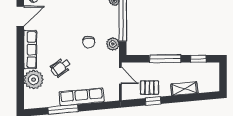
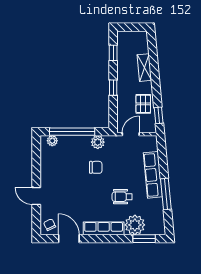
window: (165, 59) -> (113, 88), width x0.46
wheelchair: (61, 67) -> (122, 197), turned 126
window: (20, 88) -> (144, 239), added
window: (153, 101) -> (159, 115), moved

